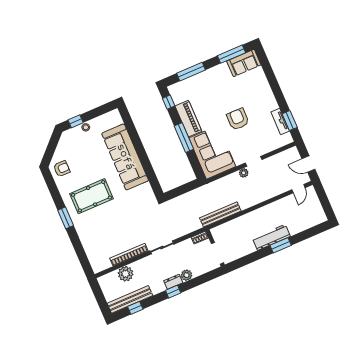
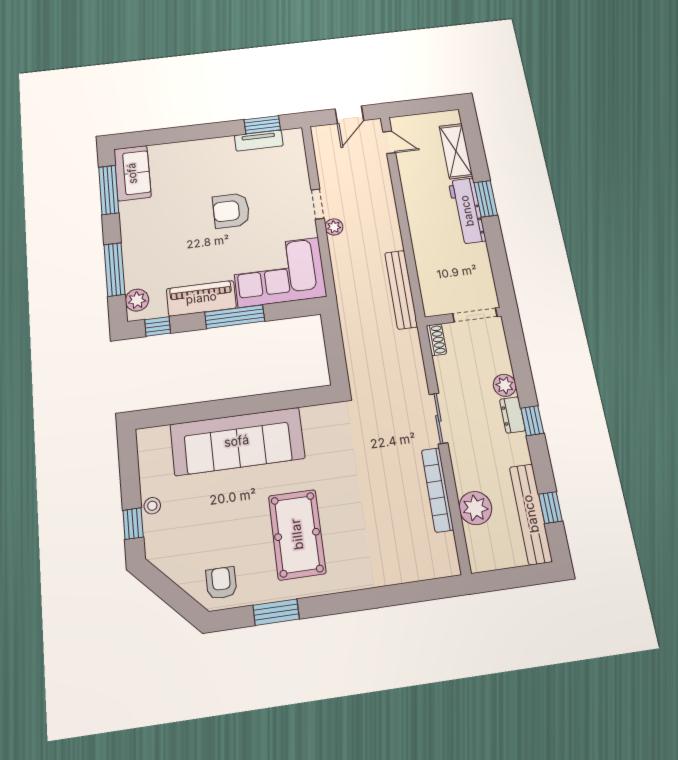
plant: (179, 88) -> (137, 300), added
window: (66, 218) -> (276, 612), moved
shelving: (303, 224) -> (456, 151), added

